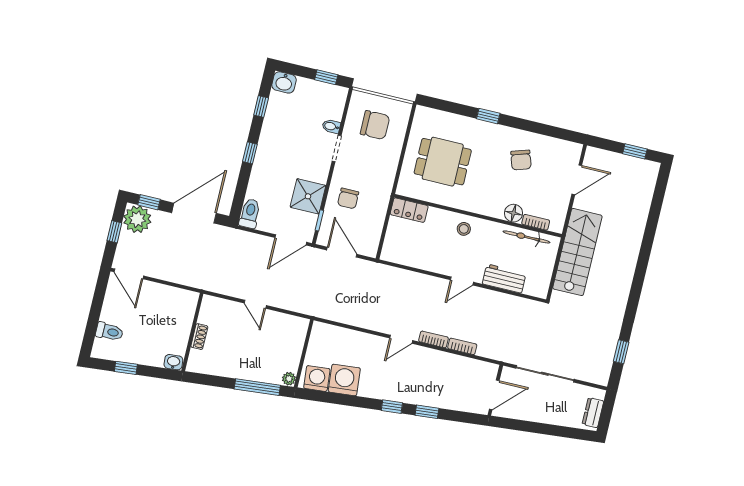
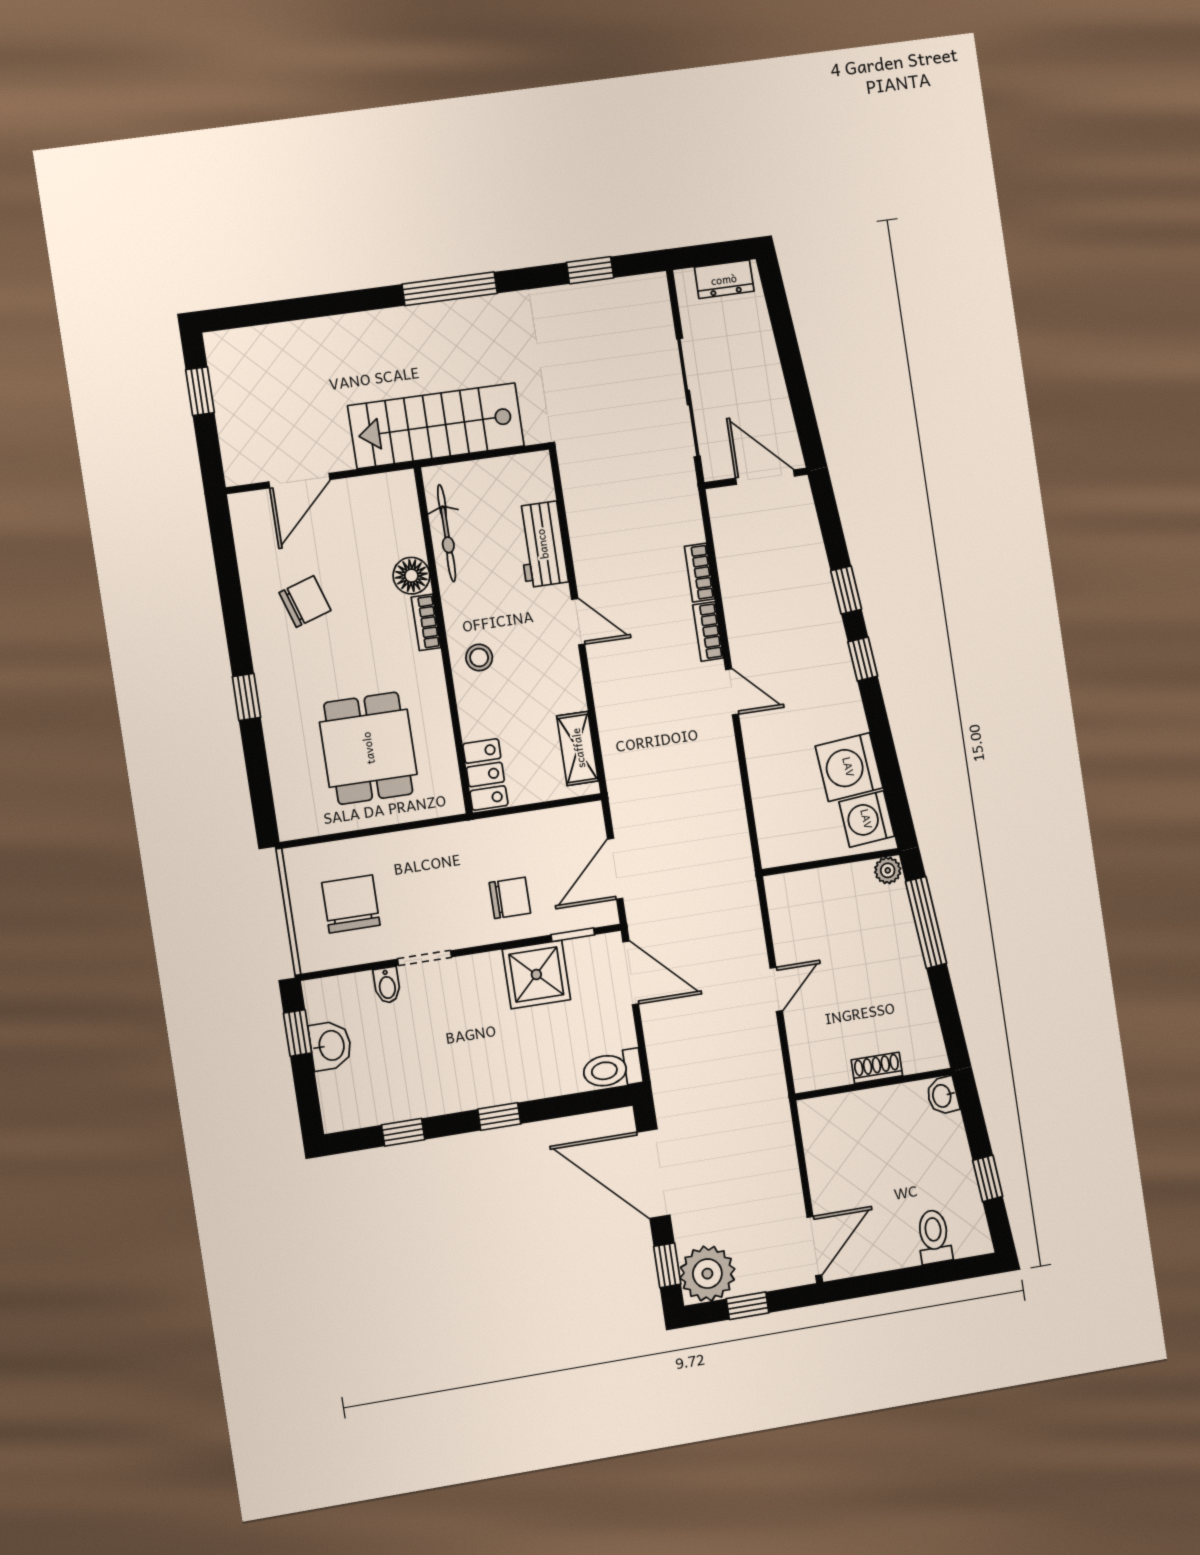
washbasin: (284, 82) -> (330, 1046), moved
door: (577, 180) -> (299, 481), swing flipped
bookcase: (536, 222) -> (426, 622), moved
shelving: (404, 257) -> (578, 748), added
window: (637, 284) -> (450, 289), added

